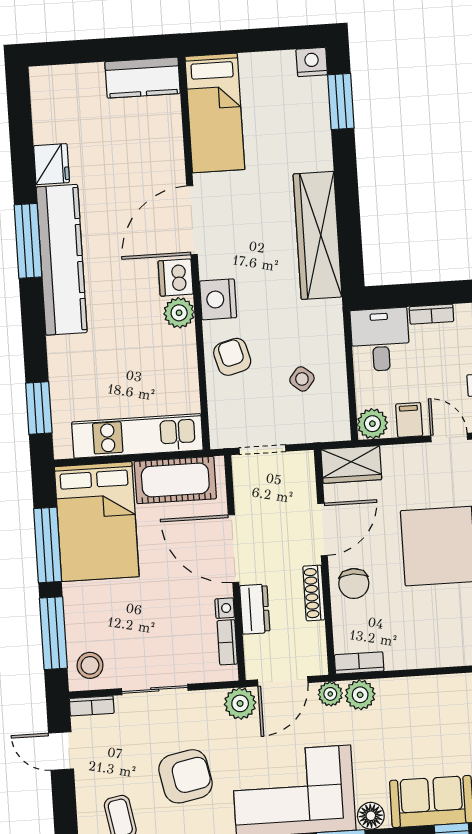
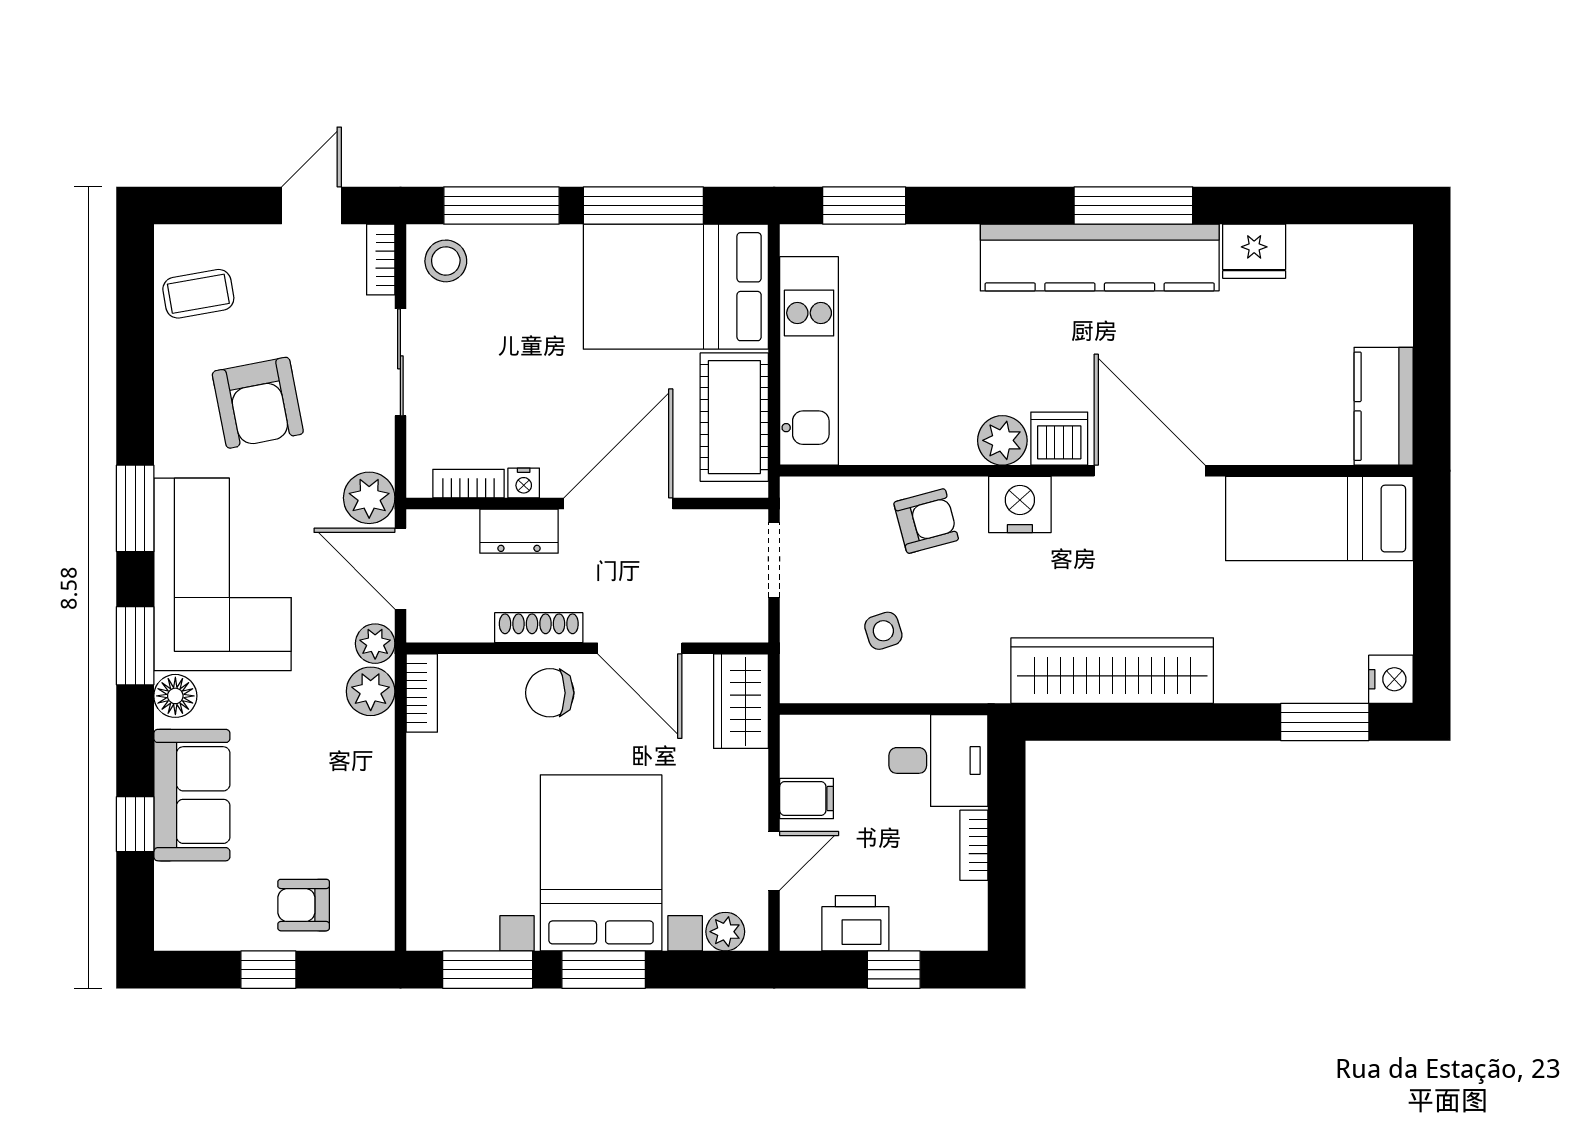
side table: (302, 379) -> (883, 631), turned 33
plant: (372, 424) -> (804, 739), removed

